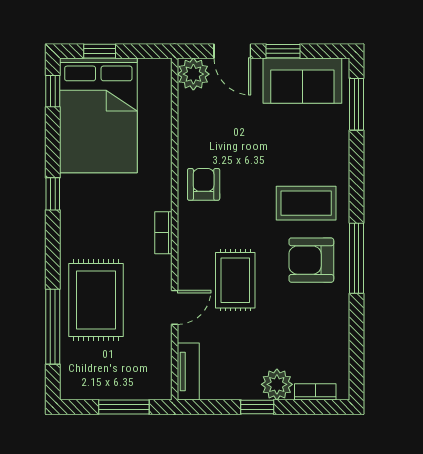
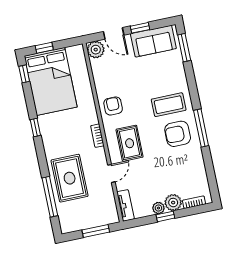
rug: (235, 280) -> (130, 143), moved
plant: (248, 389) -> (158, 208), added

